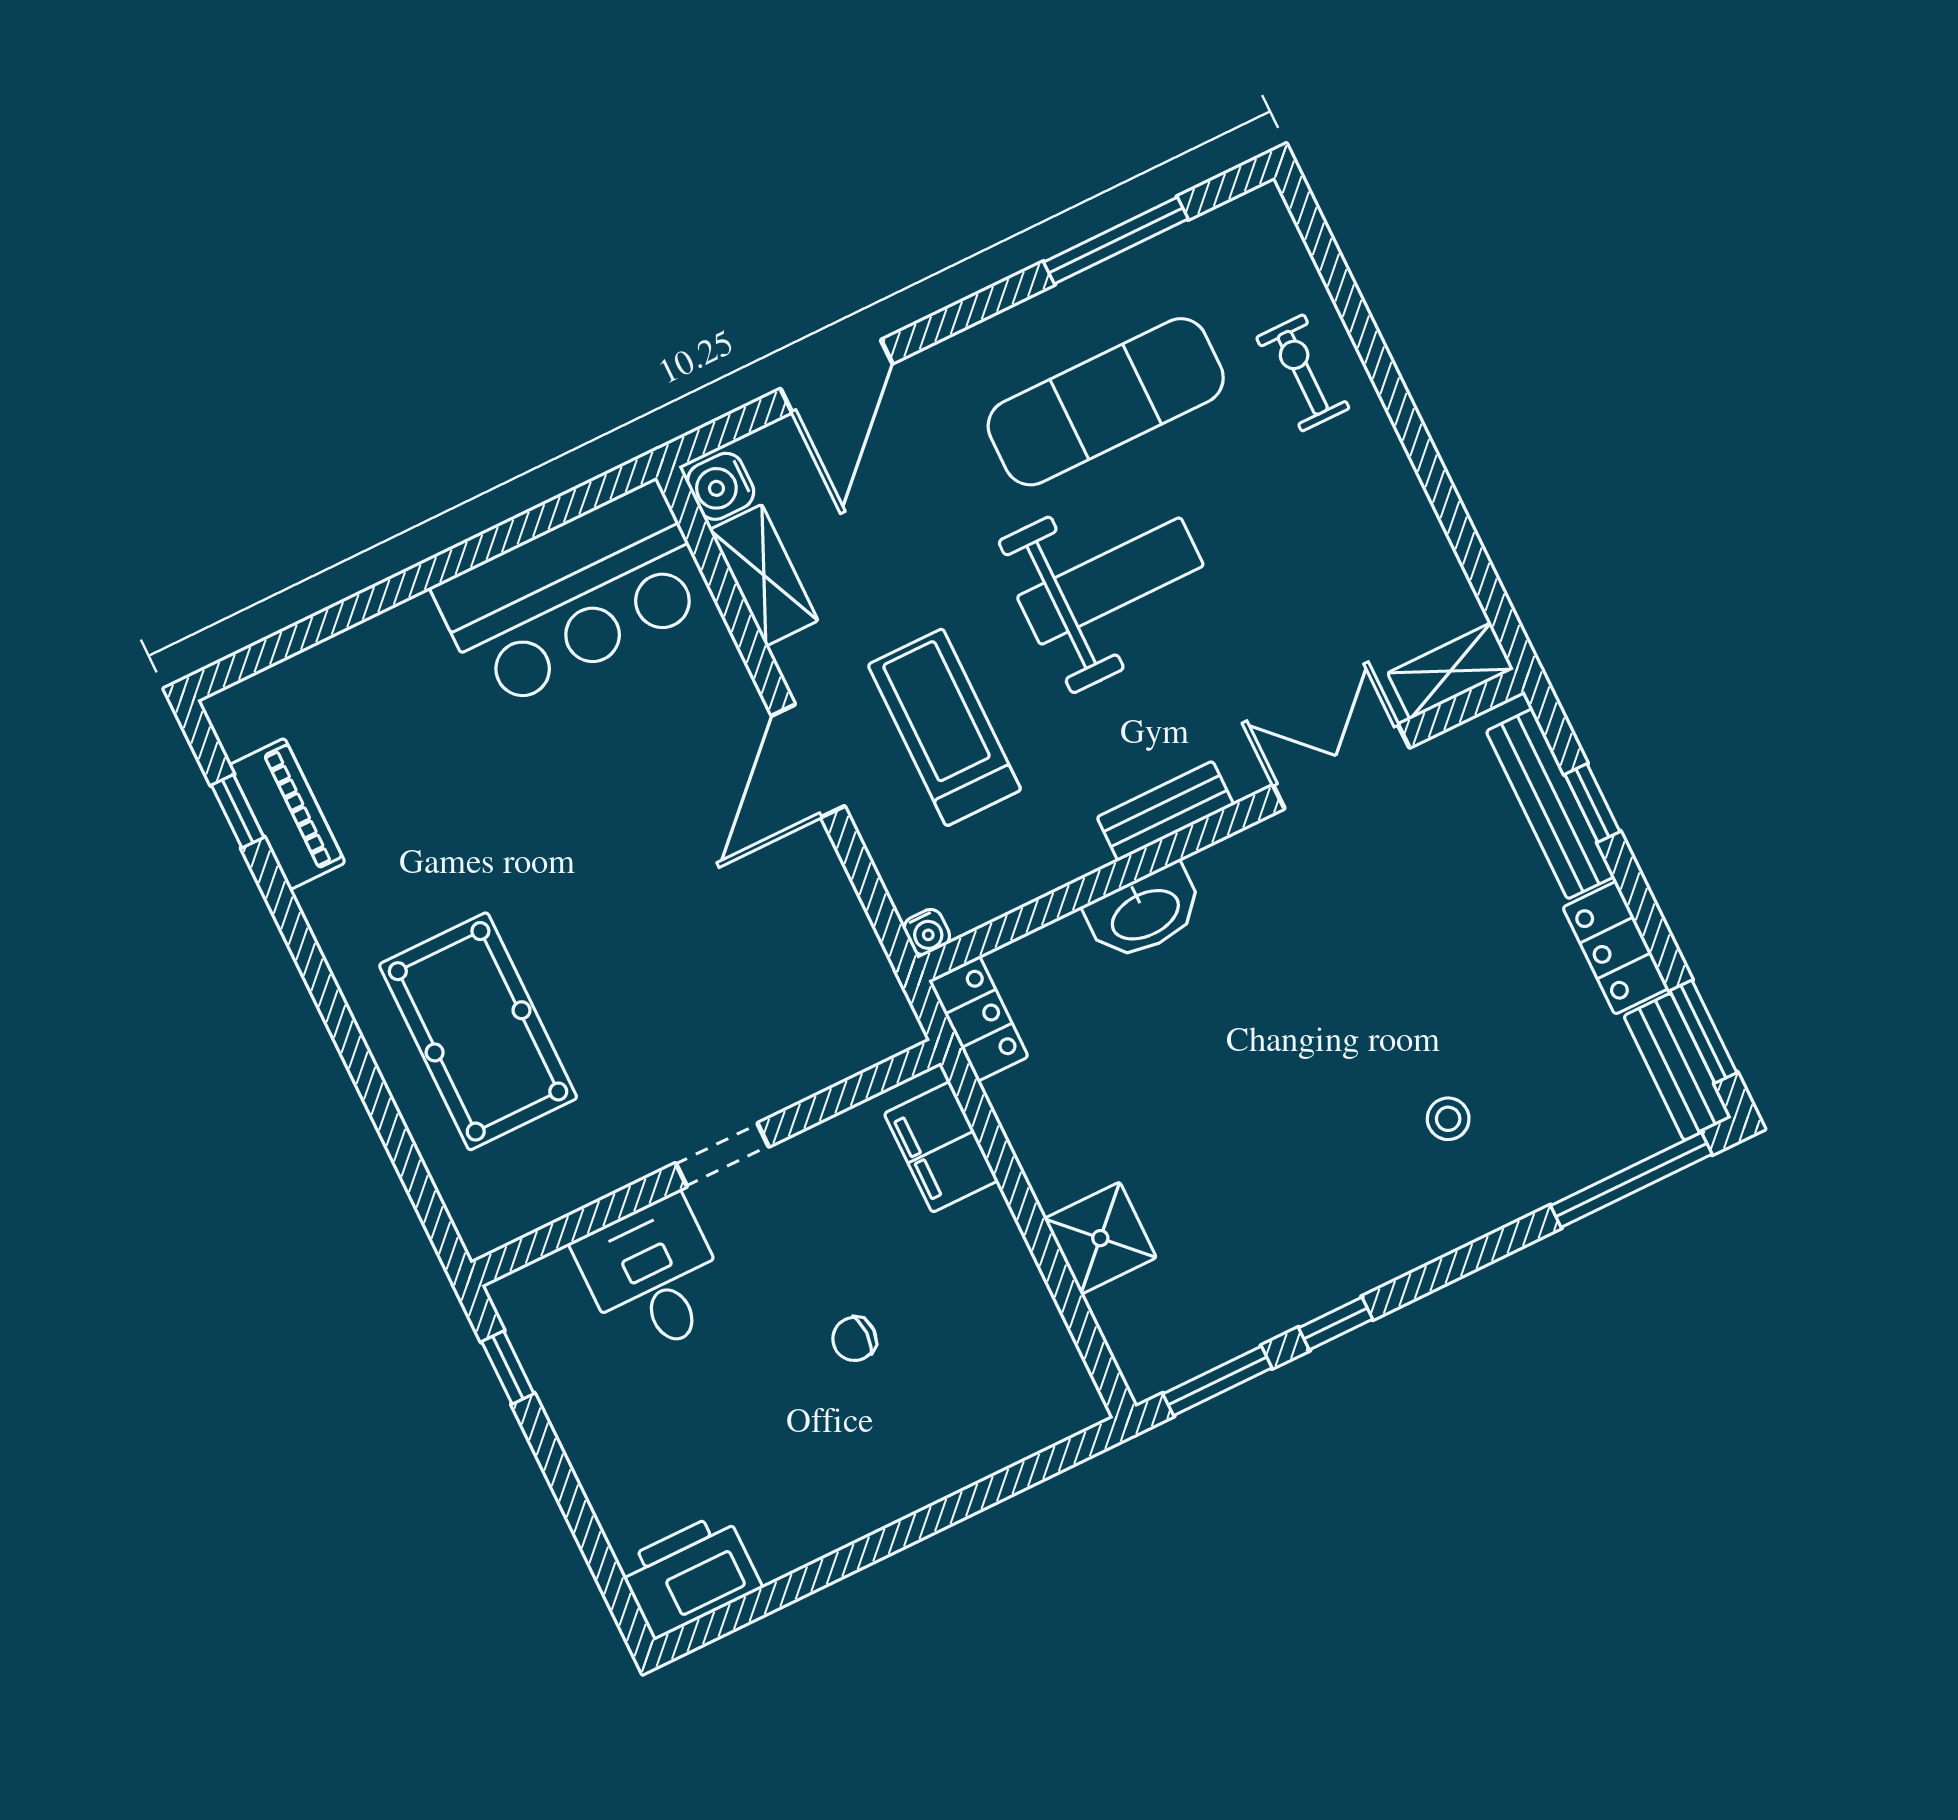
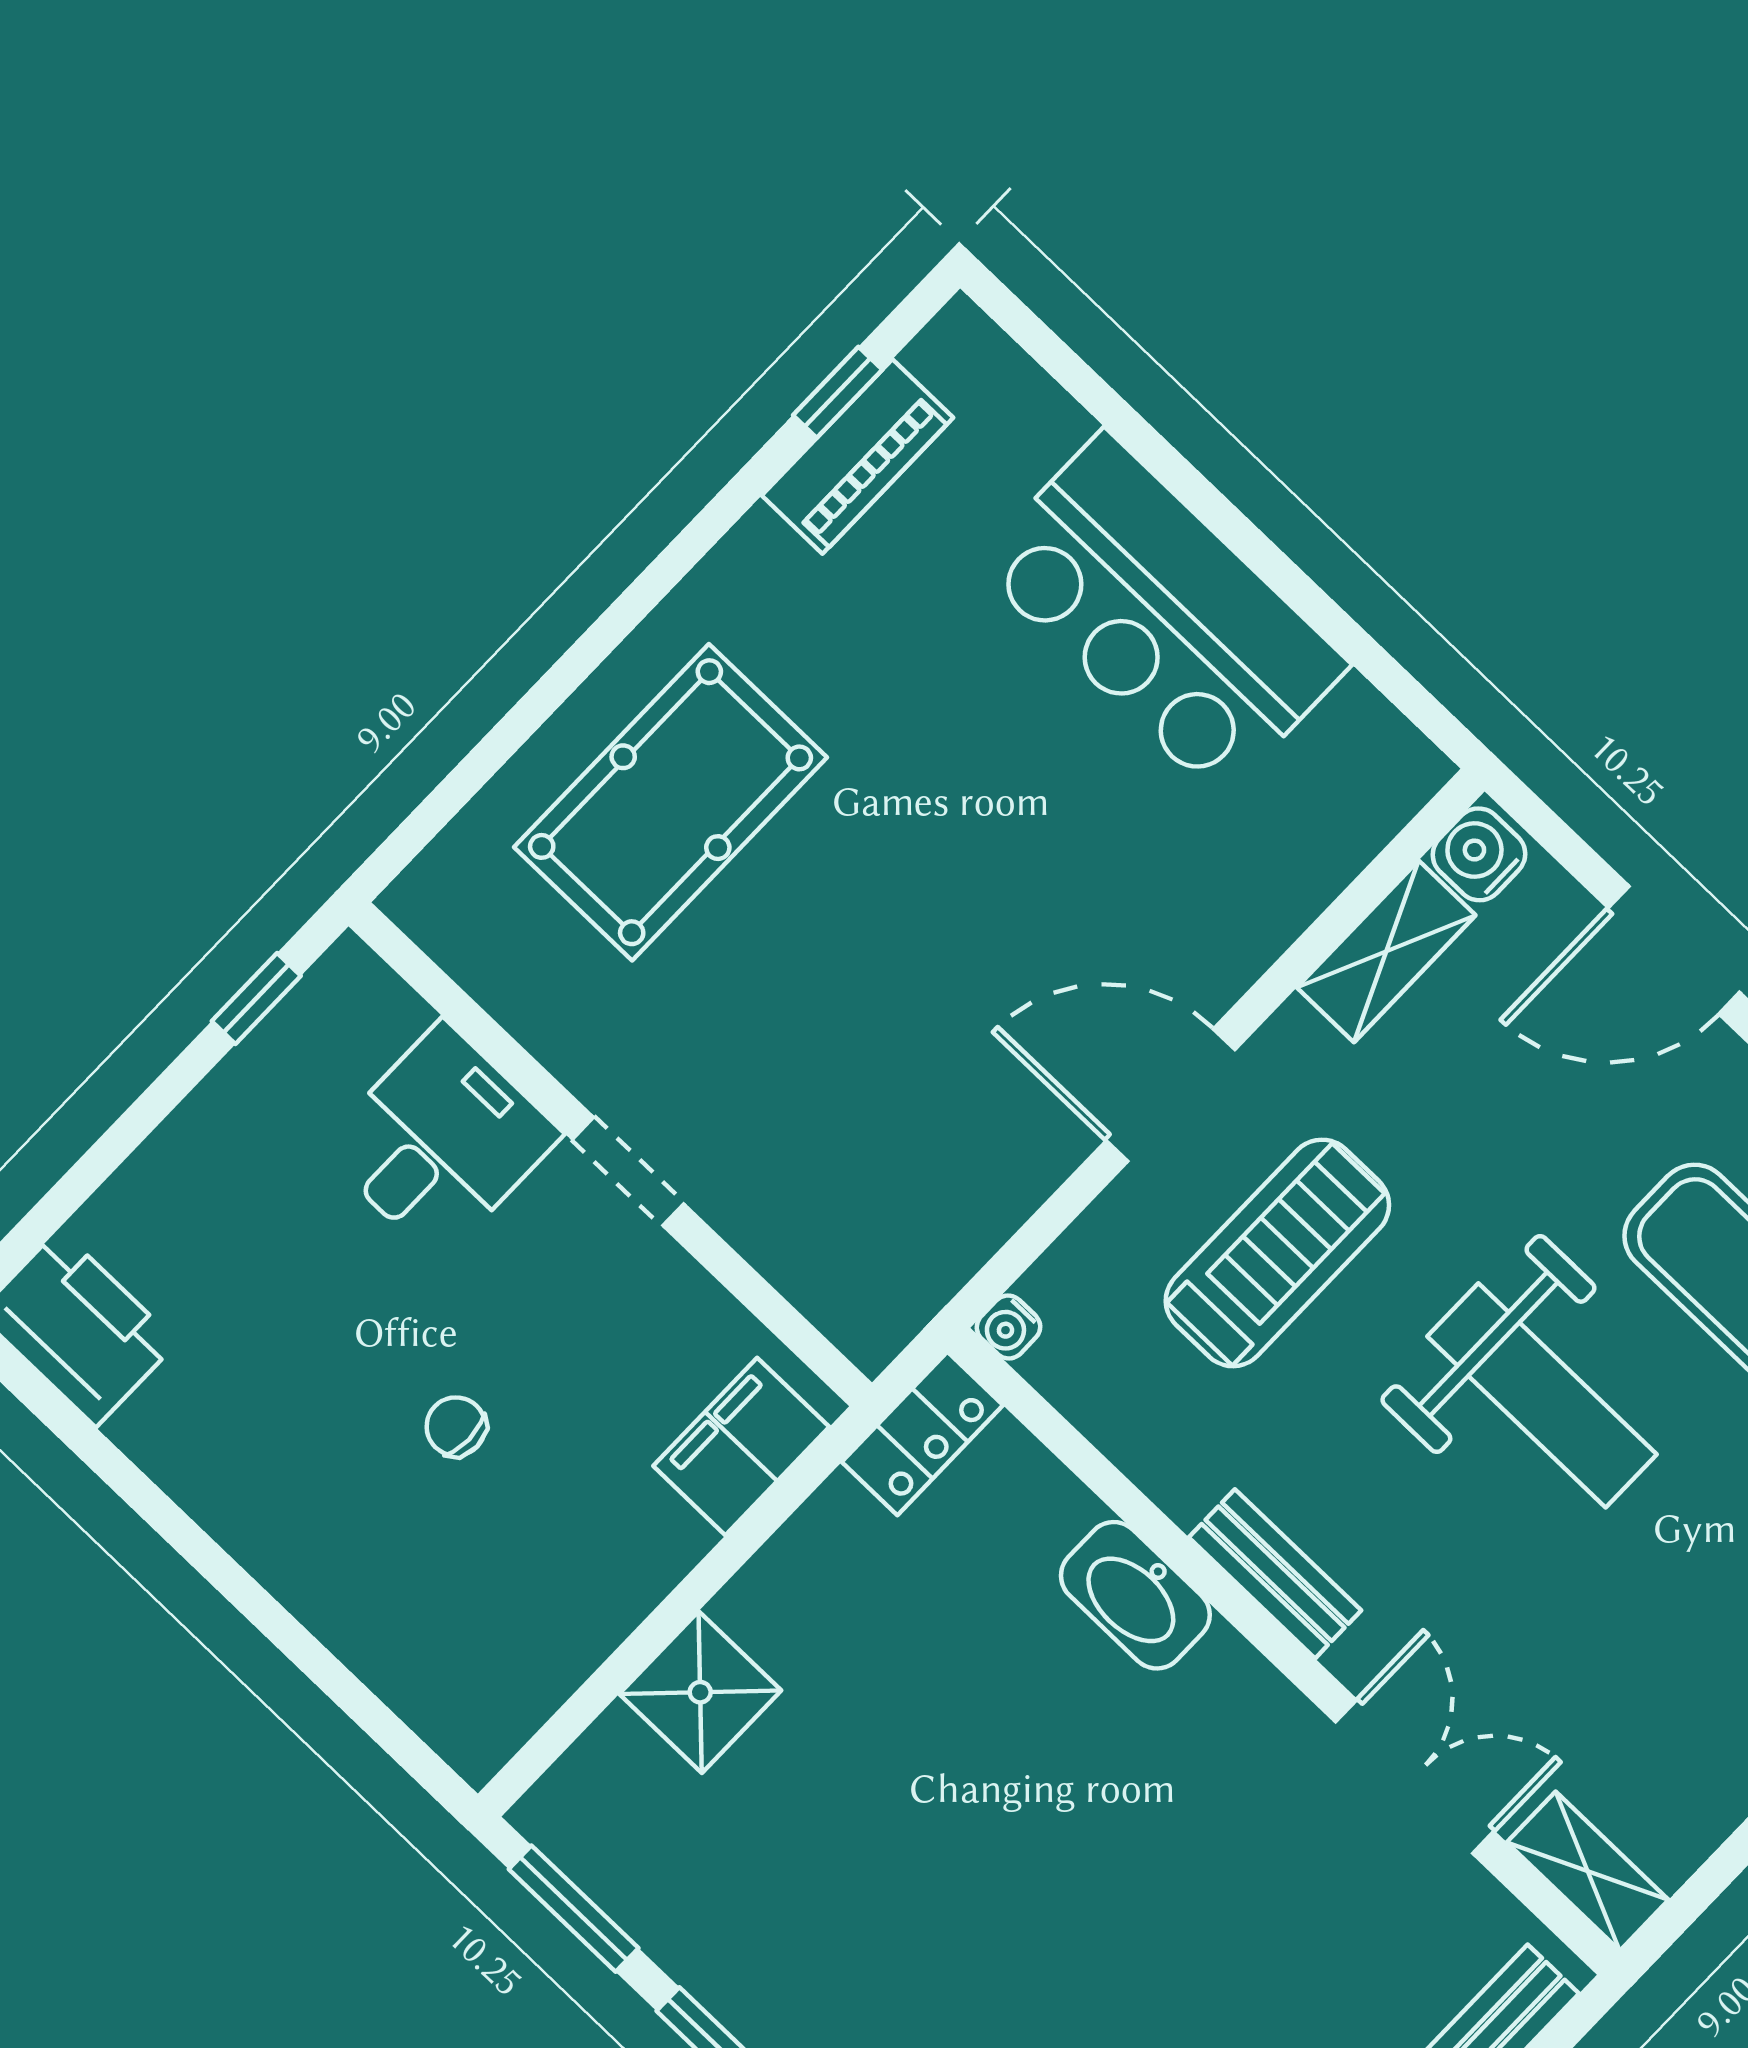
bar counter: (573, 596) -> (1162, 614), moved

